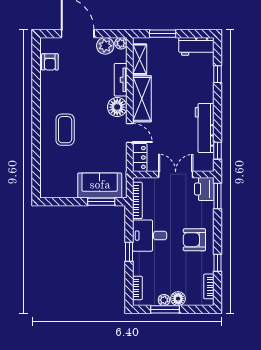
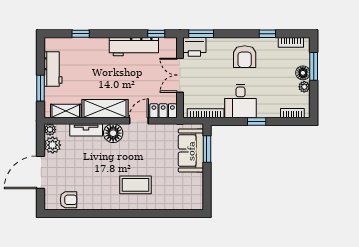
workbench: (196, 46) -> (53, 69), moved
window: (165, 309) -> (314, 66), moved

